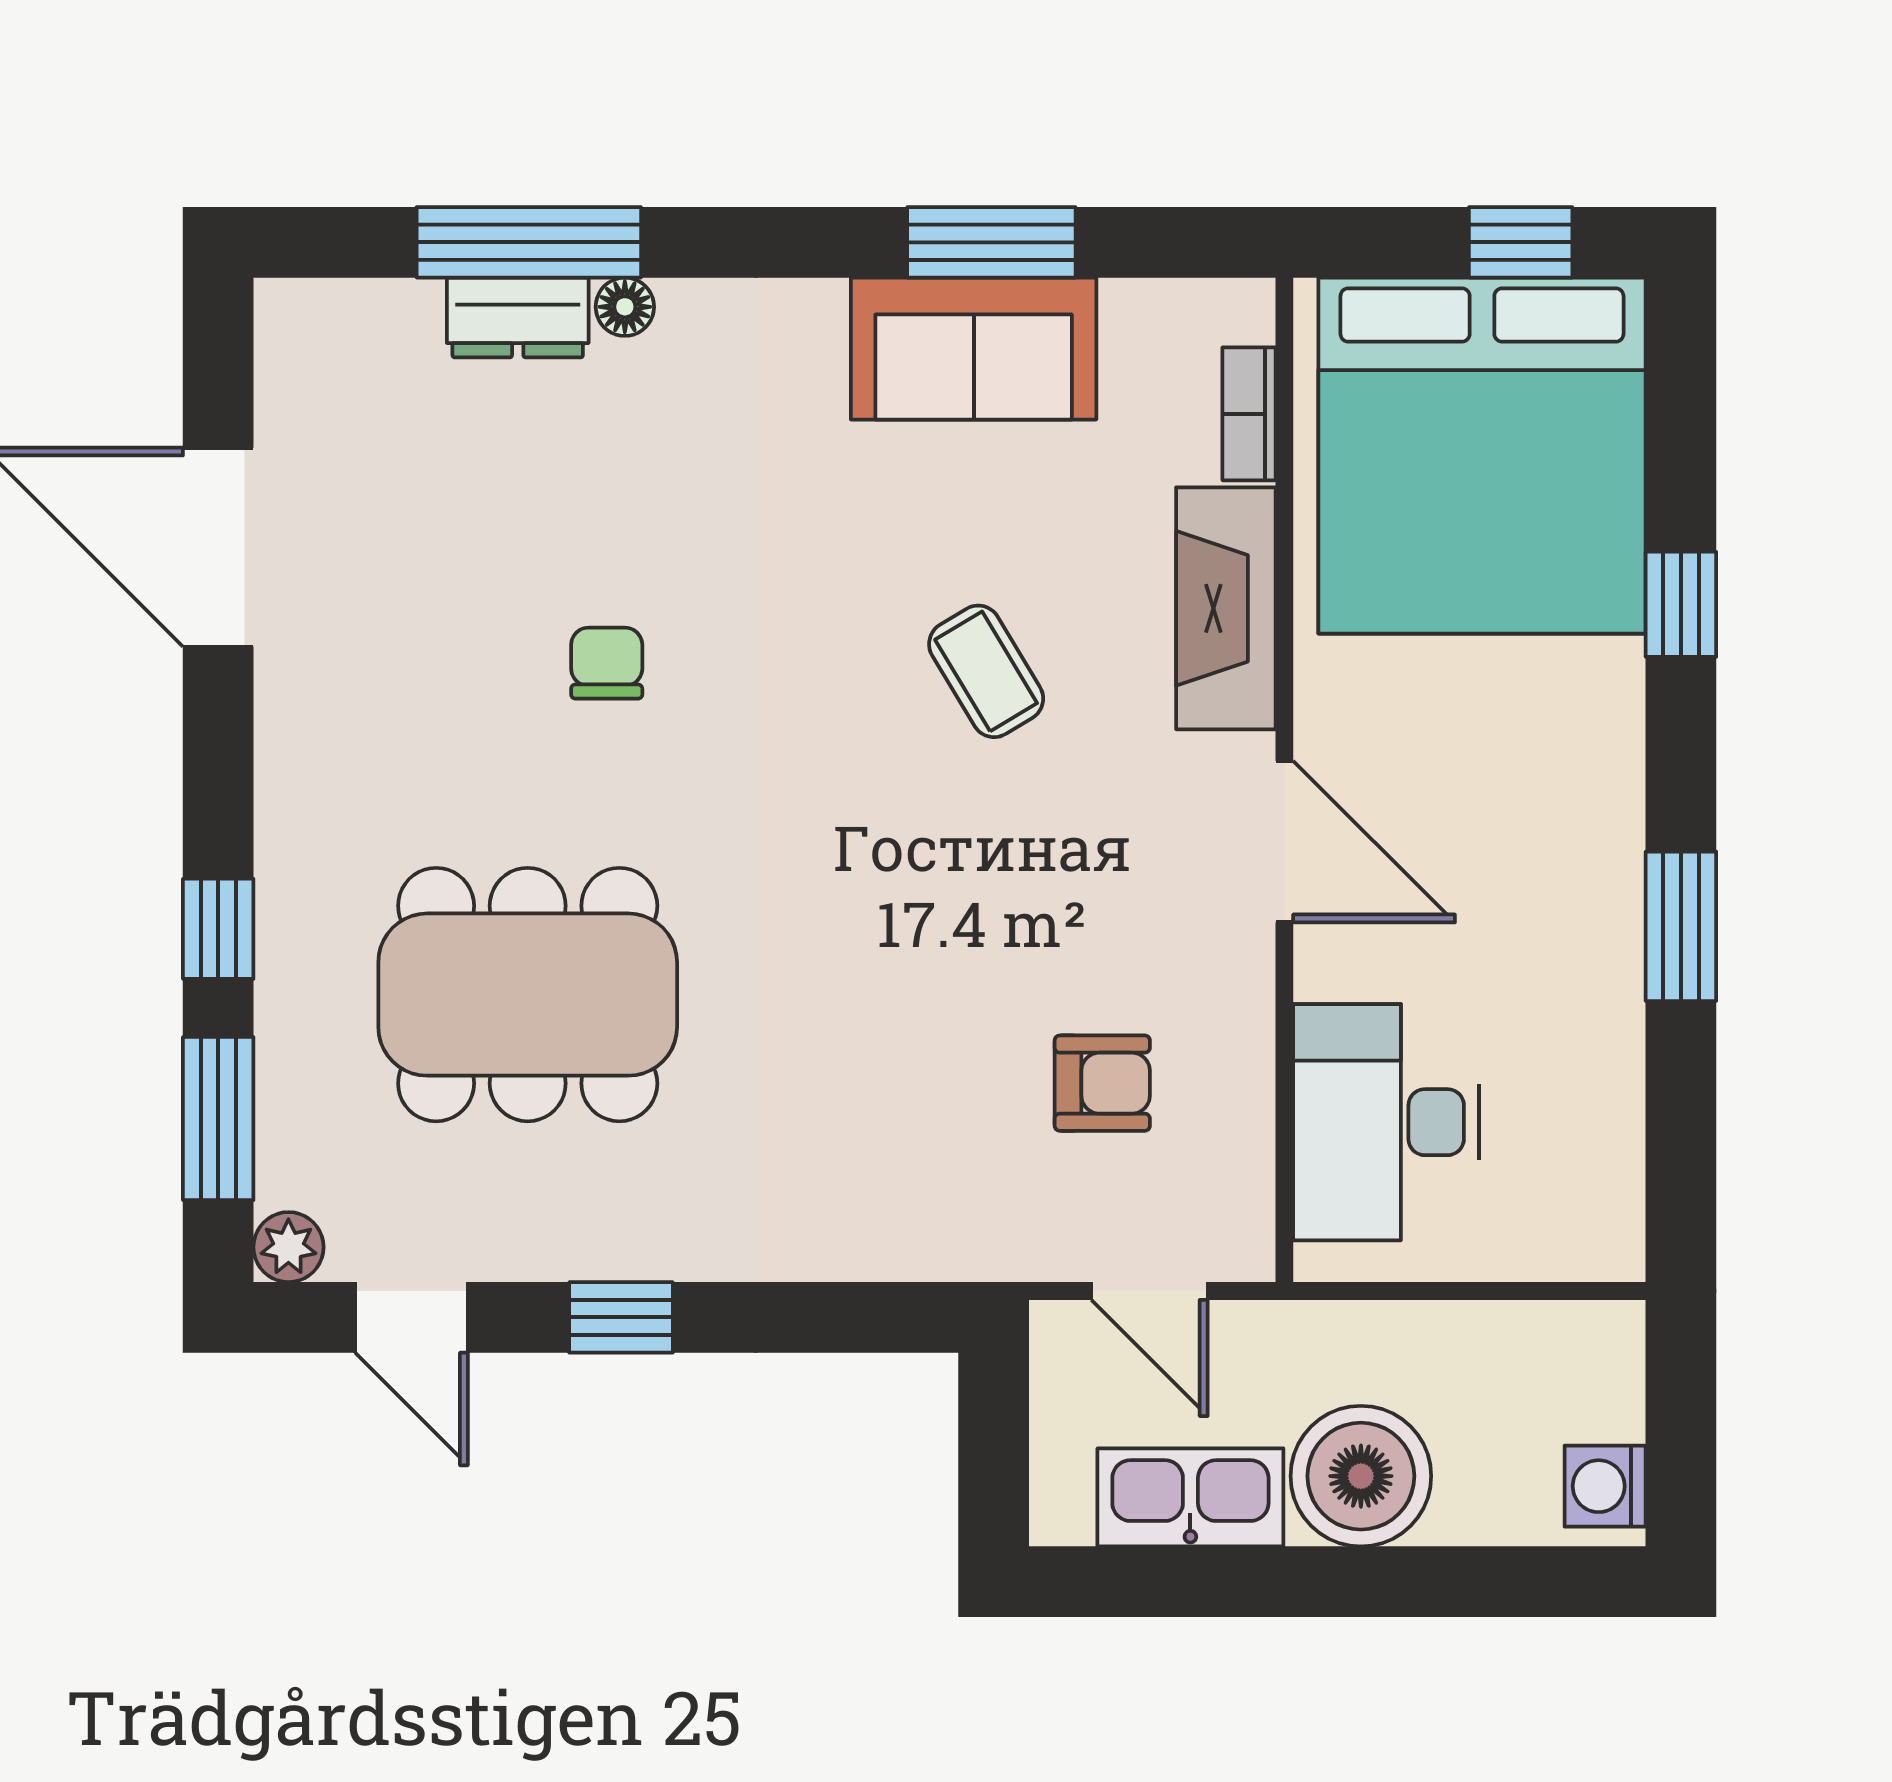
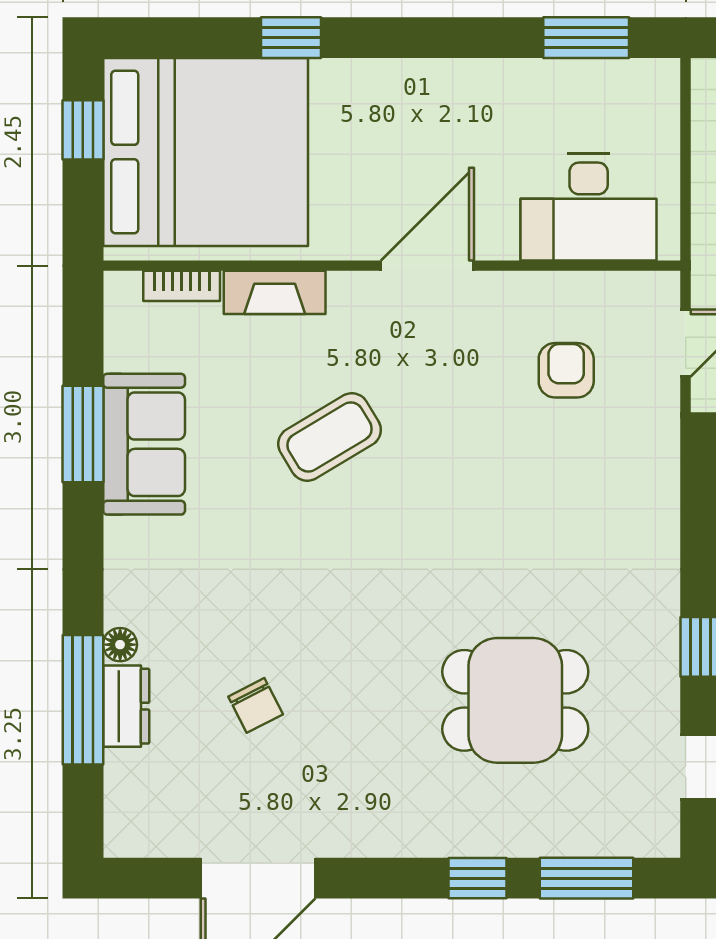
fireplace: (1226, 608) -> (275, 292), width x0.73, depth x0.76
chair: (607, 663) -> (256, 705), moved, turned -117
coffee table: (986, 671) -> (330, 437), width x1.36, depth x1.30
window: (1681, 926) -> (586, 38), moved
dining table: (528, 995) -> (515, 700), width x0.73
plant: (288, 1247) -> (660, 838), removed

